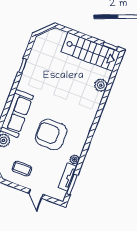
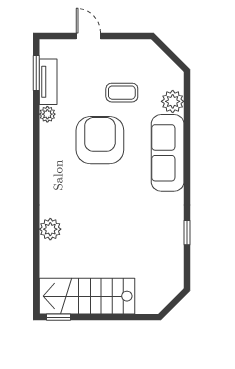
plant: (101, 85) -> (50, 229), moved
armchair: (51, 134) -> (100, 140), turned -90
coffee table: (22, 169) -> (122, 93), moved

